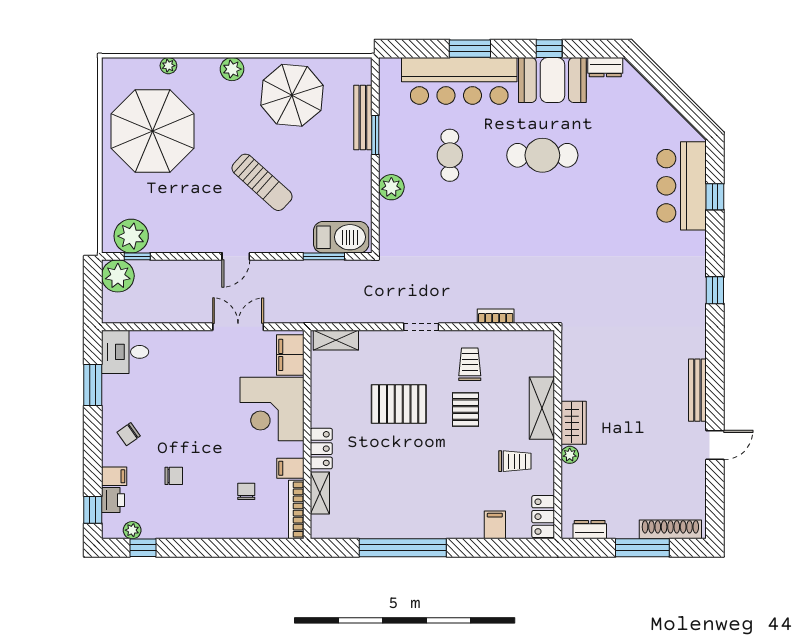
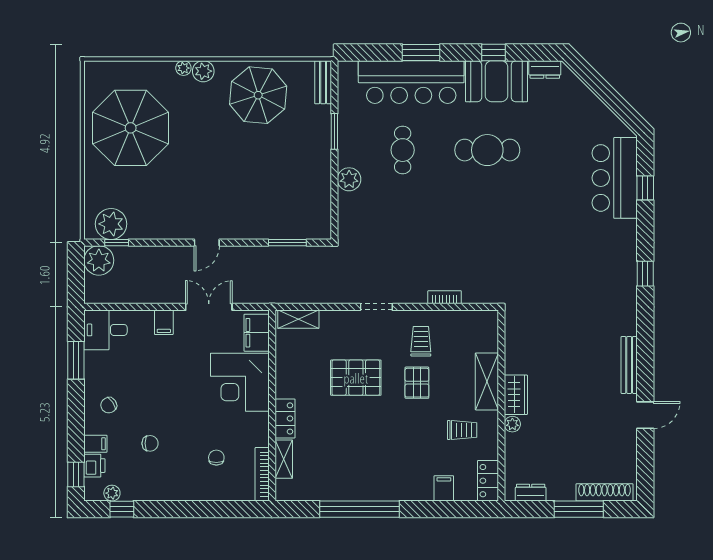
plant: (168, 66) -> (183, 68), moved
bench: (363, 117) -> (323, 82), moved, width x0.73
sun lounger: (262, 182) -> (231, 175), removed
barbecue: (341, 237) -> (303, 225), removed
filing cabinet: (290, 468) -> (164, 322), moved, turned -90

